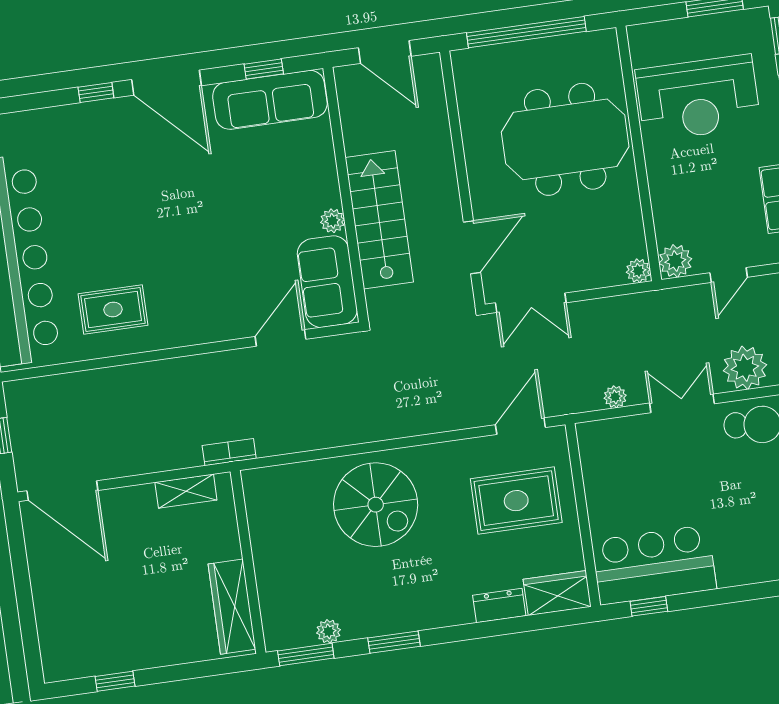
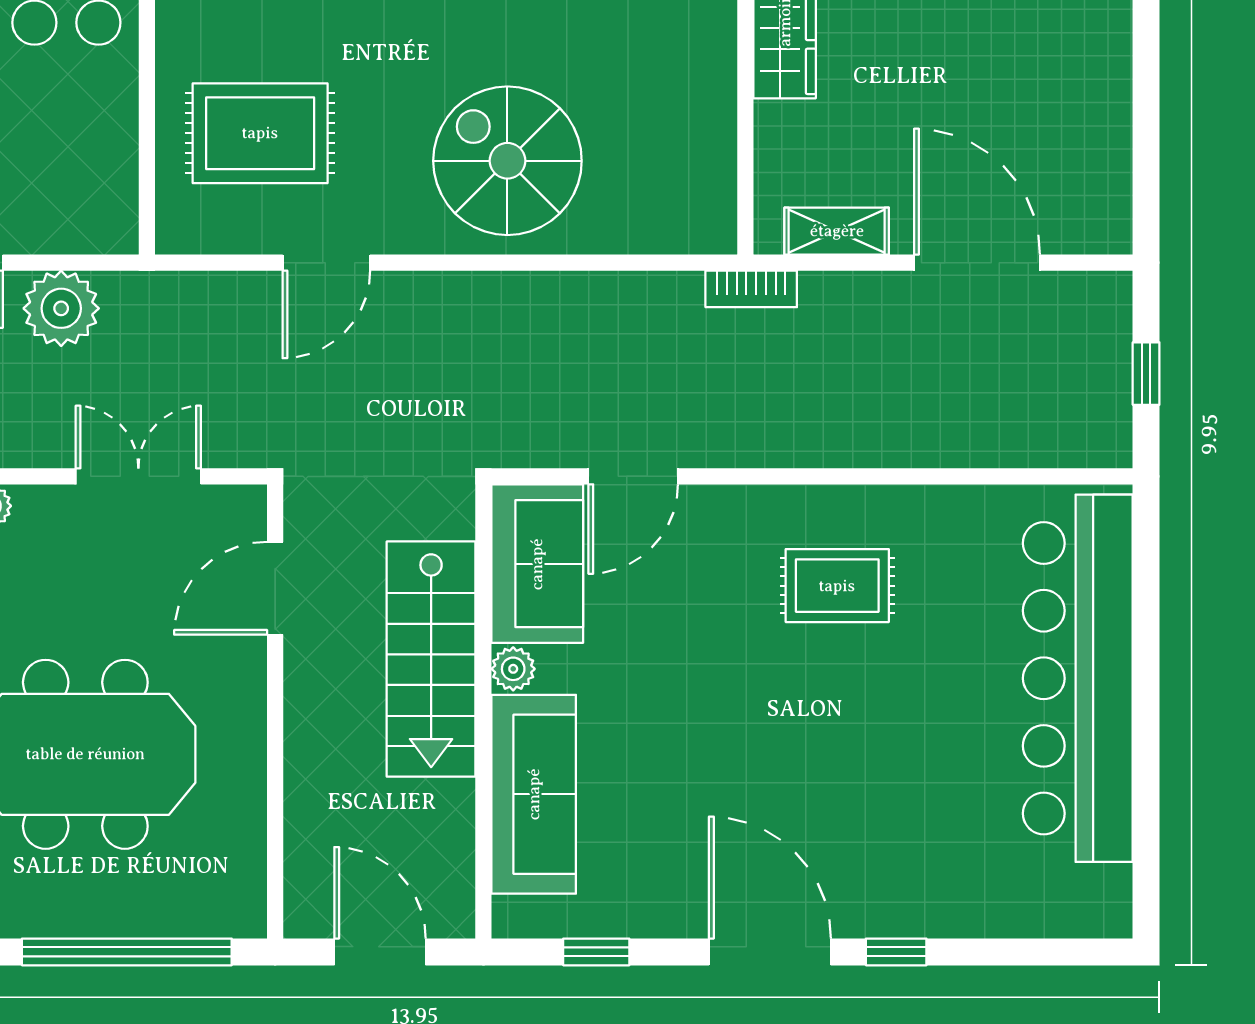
sofa: (270, 100) -> (534, 794), moved, turned 90
double door: (531, 303) -> (138, 476), moved
rug: (113, 310) -> (837, 586), moved
plant: (615, 397) -> (61, 308), width x1.88, depth x1.88
door: (520, 426) -> (326, 263), moved
door: (62, 491) -> (977, 263), moved

